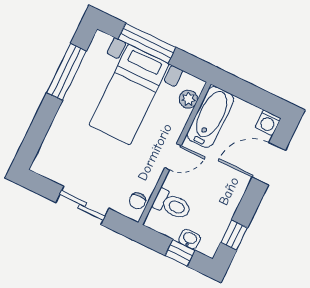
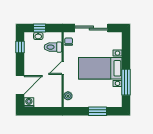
window: (147, 43) -> (97, 111), width x0.69
bed with nightstands: (129, 95) -> (100, 68), moved, turned -90
bathtub: (210, 117) -> (55, 93), removed
sliding door: (82, 205) -> (91, 28), width x1.37

